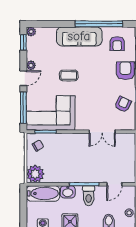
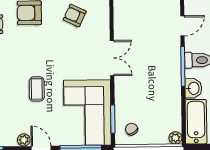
double door: (102, 132) -> (112, 58), moved
plant: (35, 174) -> (175, 138), width x0.53, depth x0.53
door: (114, 184) -> (182, 26), hinge flipped

